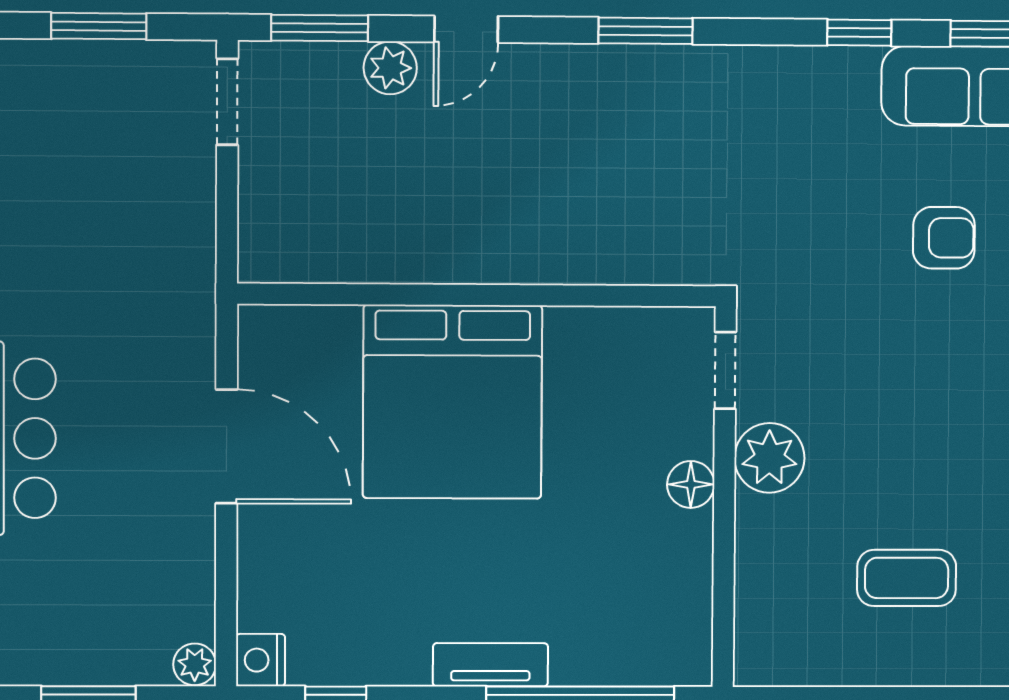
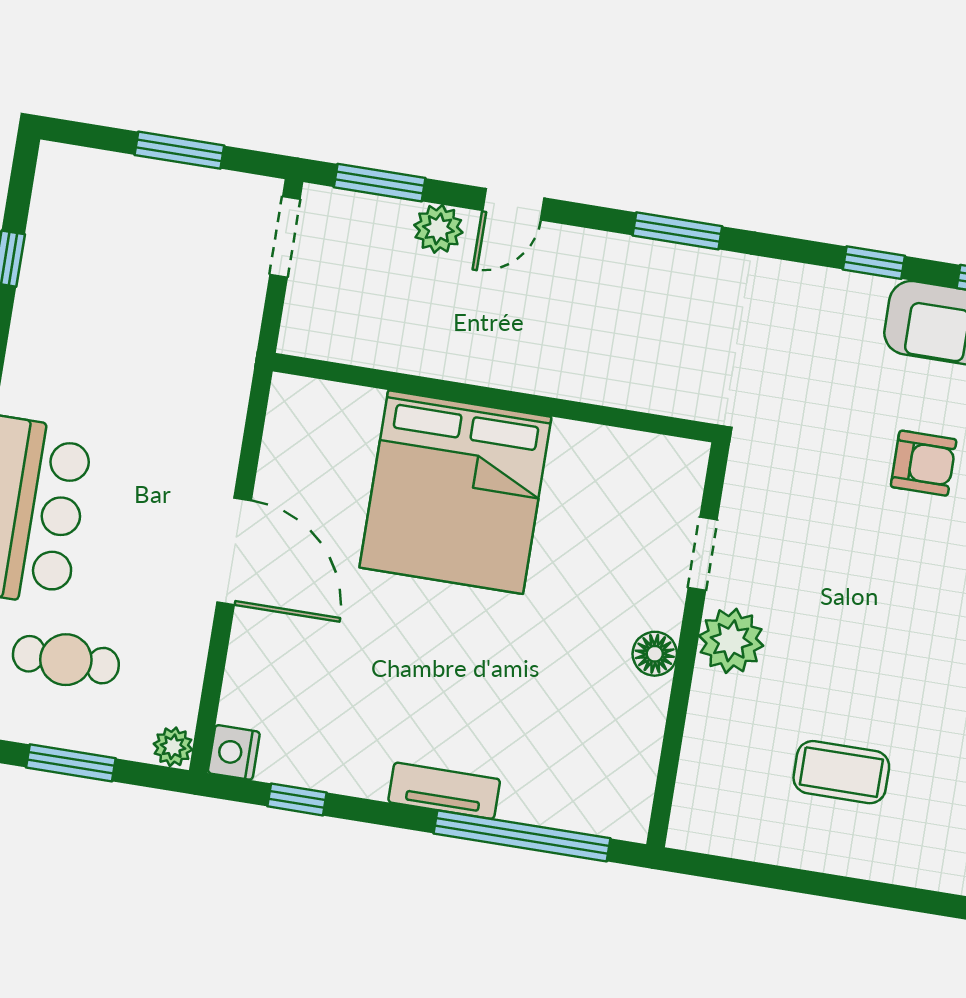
wall: (477, 295) -> (493, 398), moved
bed: (452, 402) -> (455, 492), moved
cafe table: (65, 590) -> (66, 660), added

